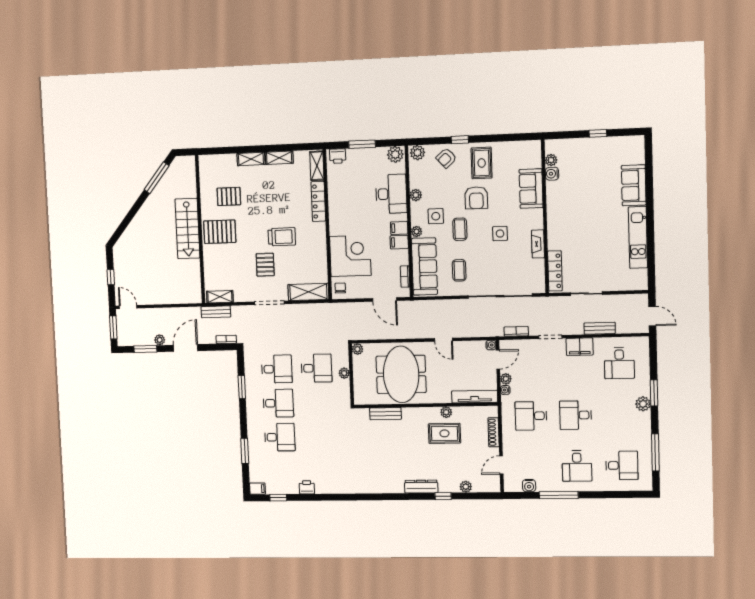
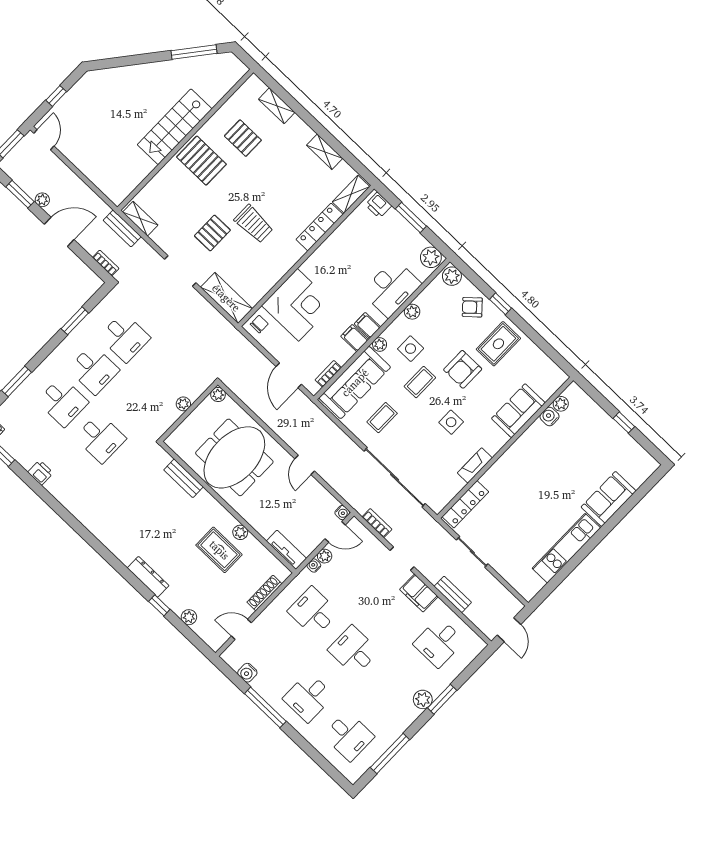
shelving: (251, 159) -> (277, 106), moved
desk: (316, 368) -> (101, 438), moved
tv unit: (475, 397) -> (286, 550), width x0.71

